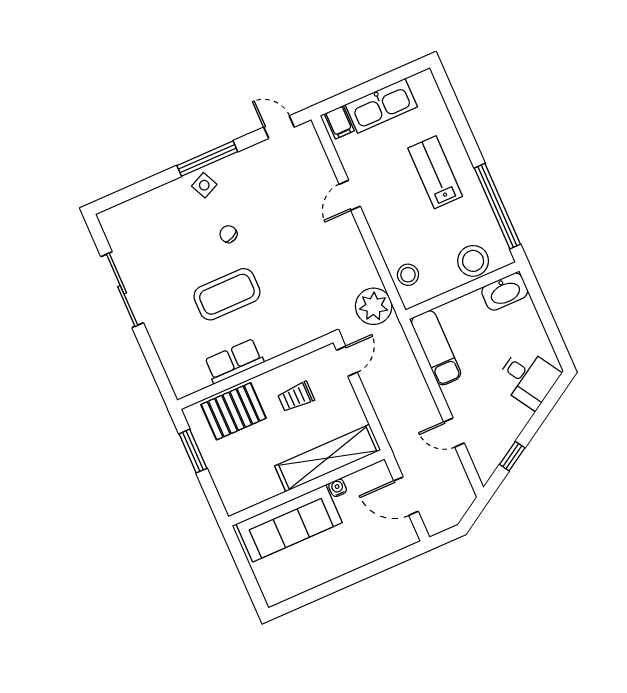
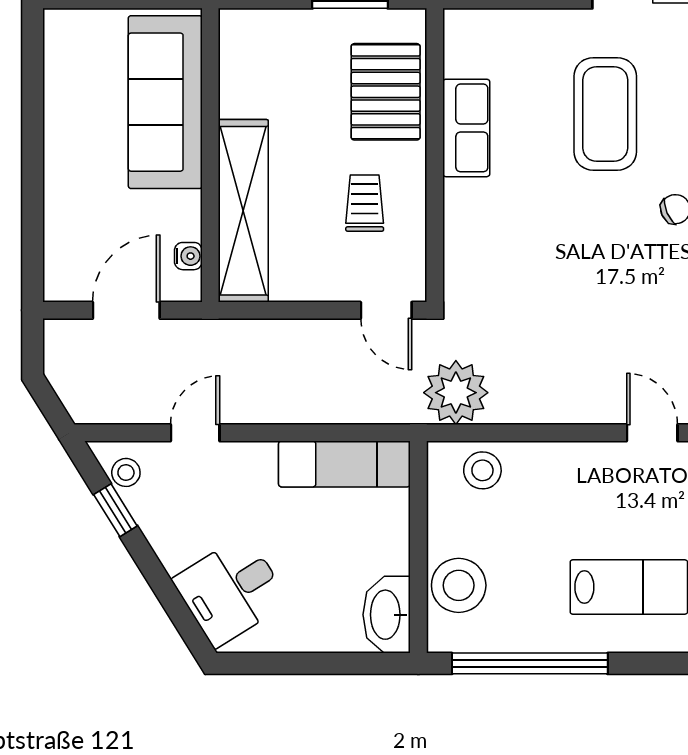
coffee table: (227, 294) -> (605, 114), moved
stool: (490, 459) -> (126, 472), added
water cooler: (338, 488) -> (188, 256), moved

